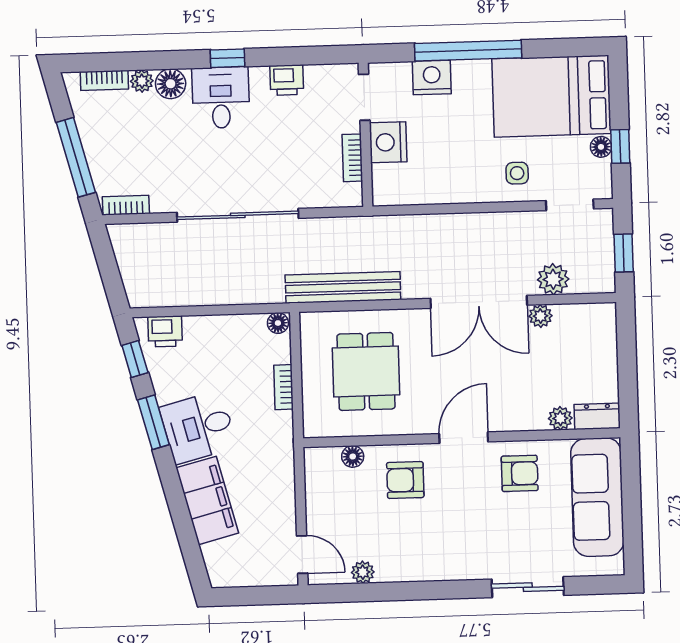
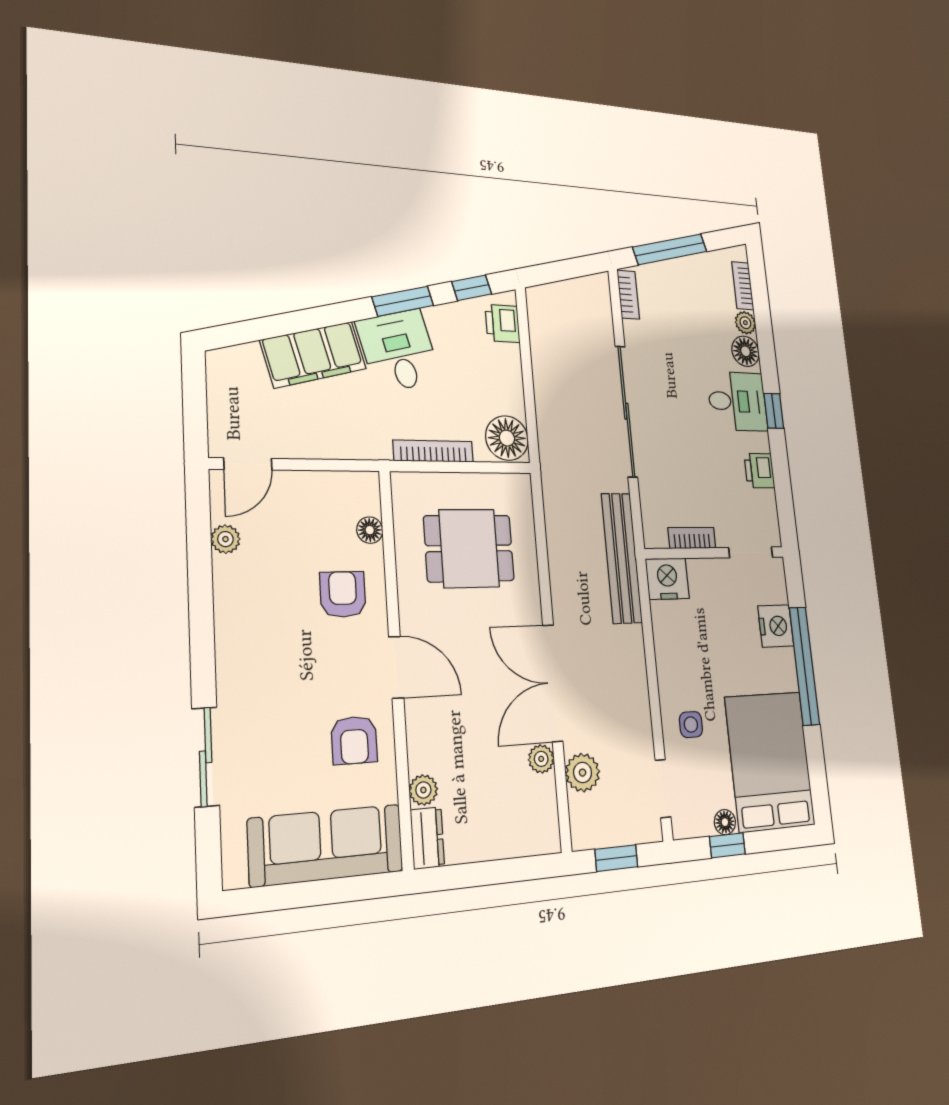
nightstand: (388, 142) -> (667, 579), moved
bench: (343, 287) -> (622, 558), moved
floor lamp: (278, 323) -> (507, 438), width x1.89, depth x1.89
bookcase: (283, 387) -> (433, 451), width x1.56

